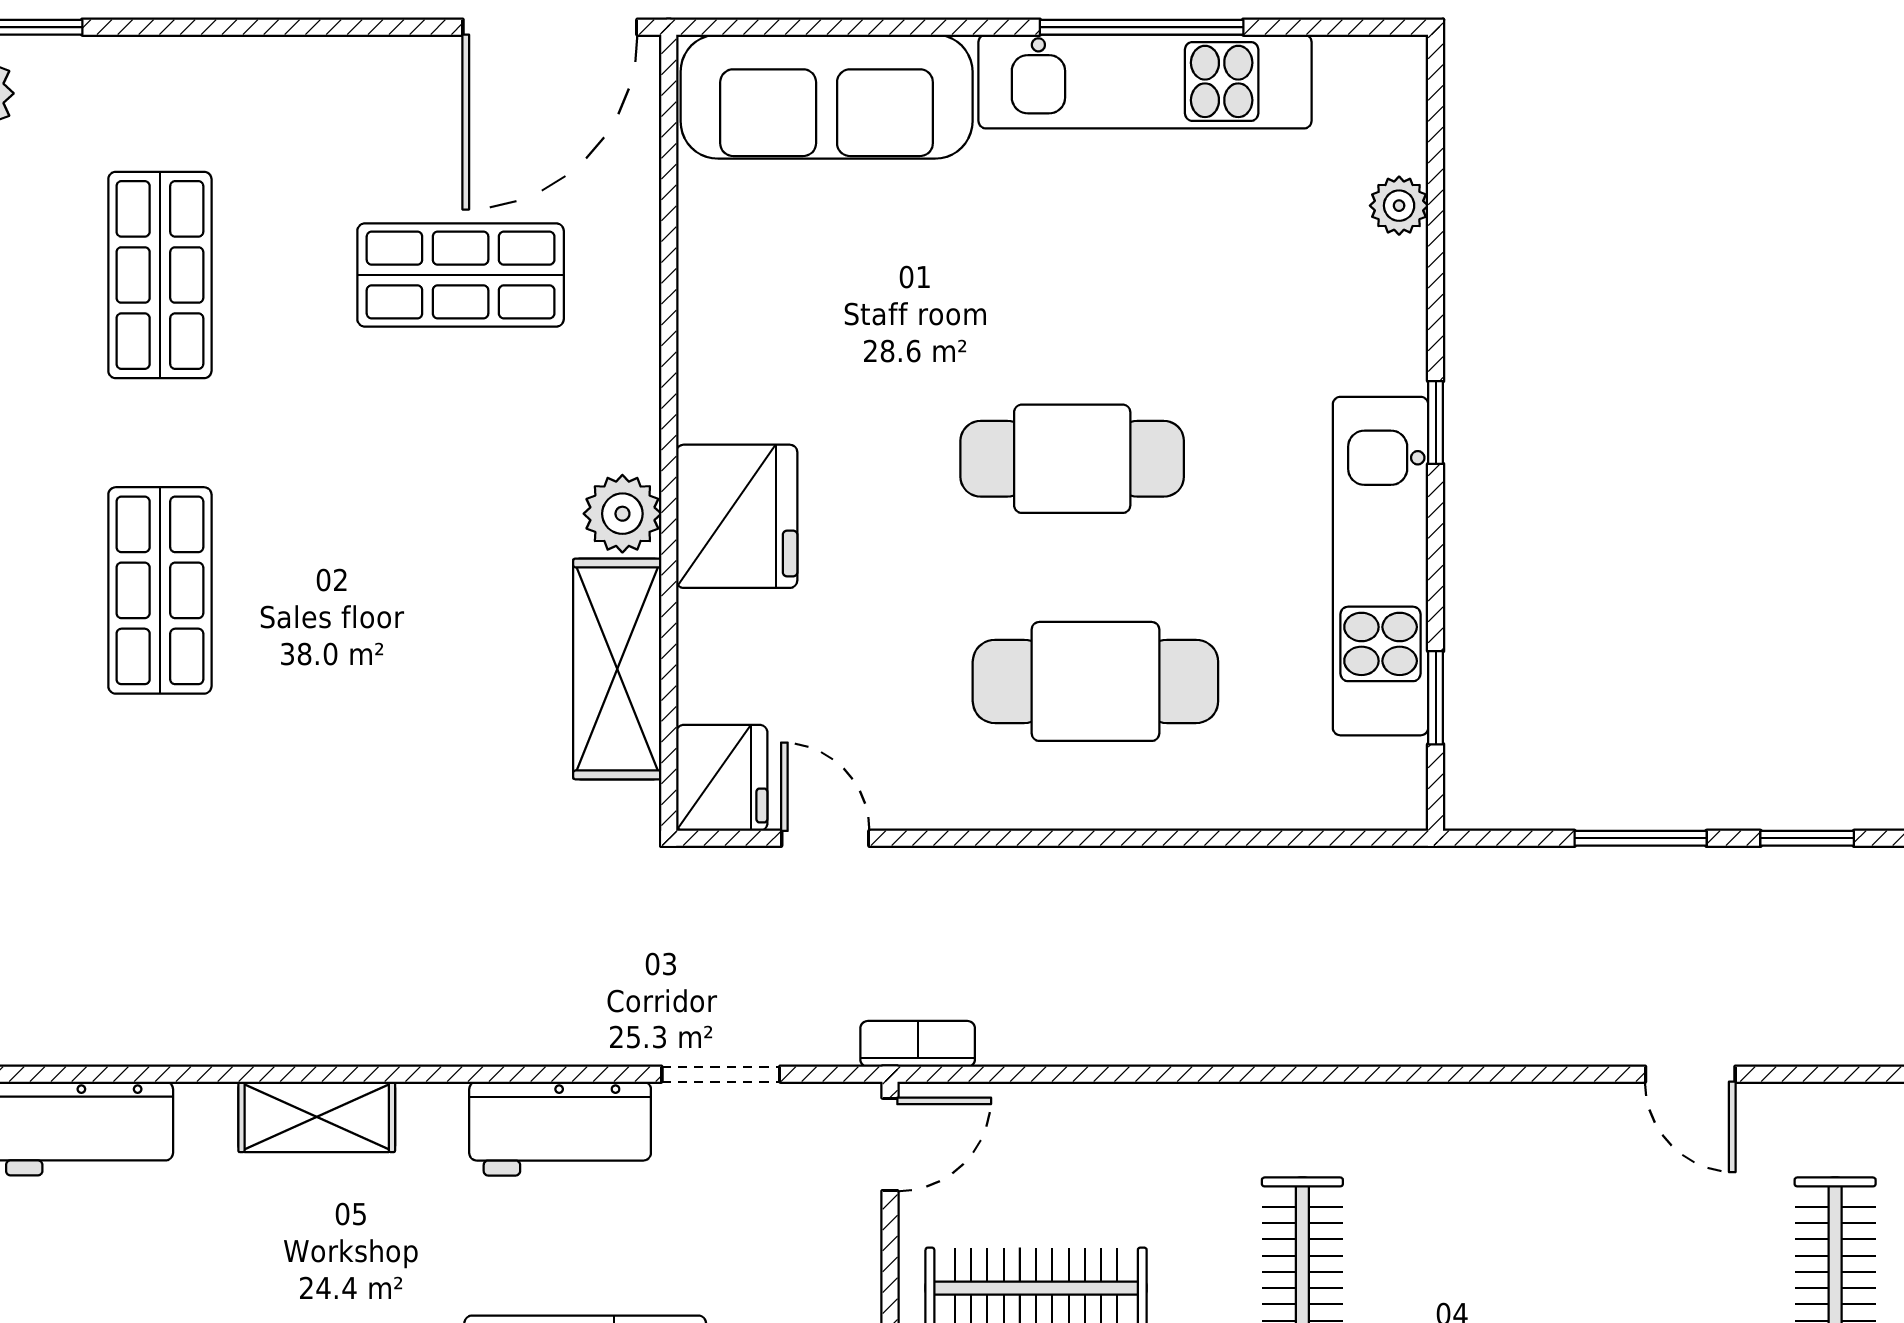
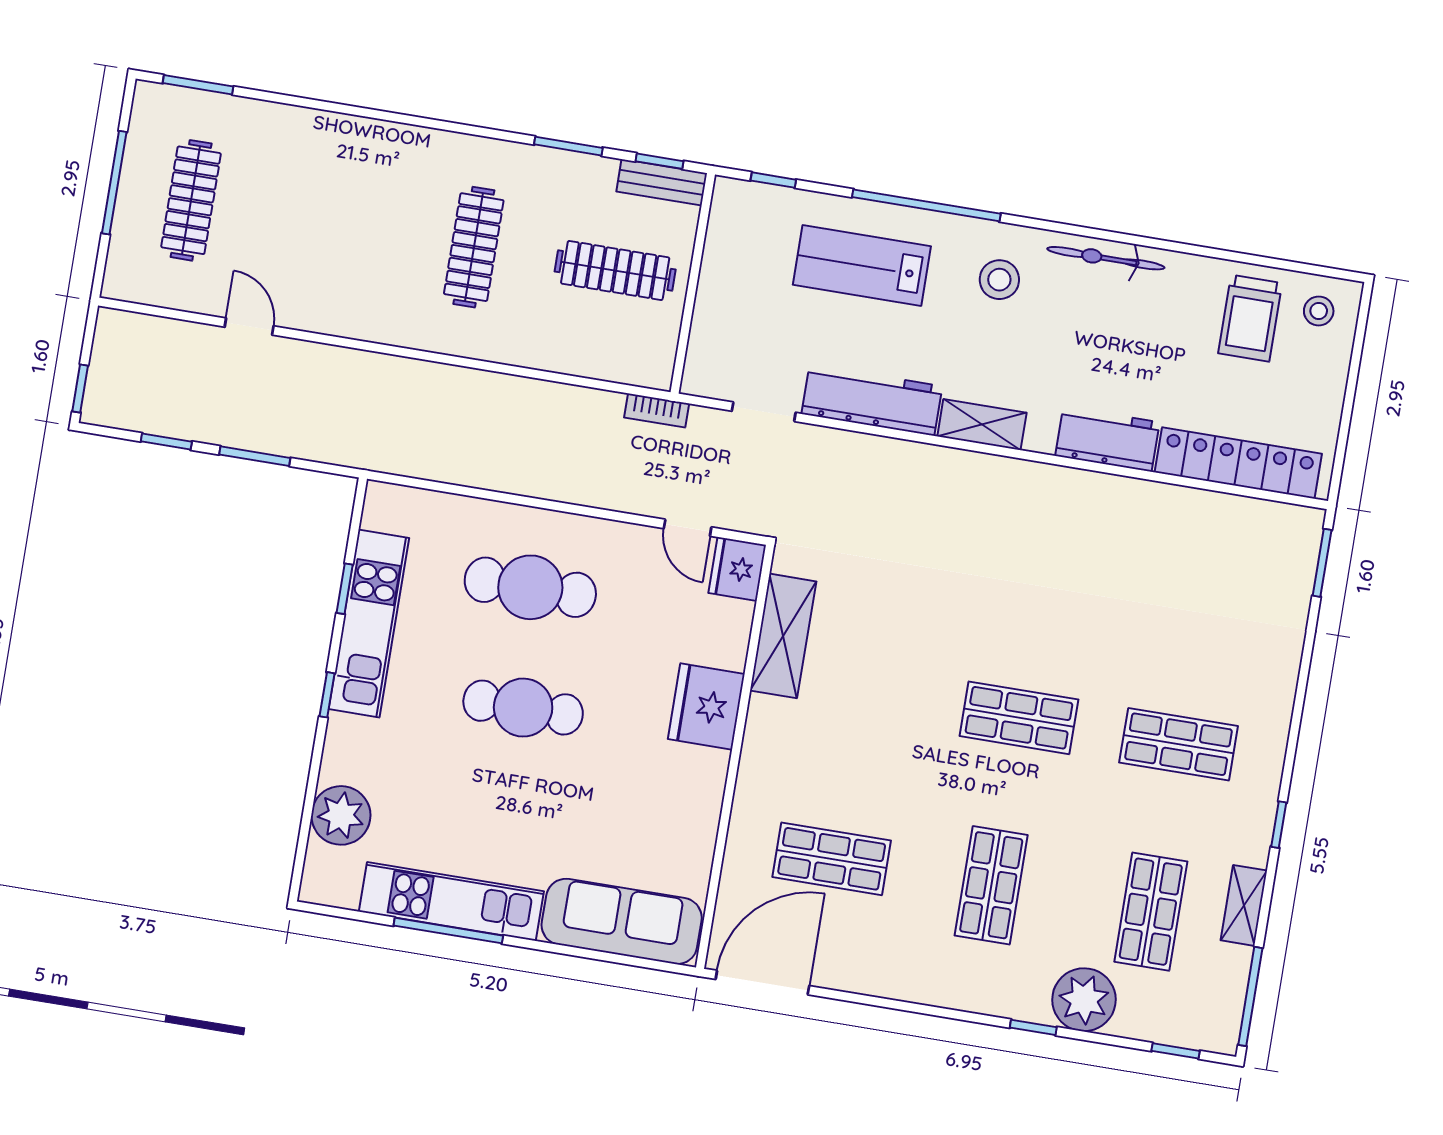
plant: (1399, 206) -> (341, 815), width x1.88, depth x1.88
plant: (622, 514) -> (767, 718), removed
shop shelf: (160, 590) -> (1019, 718), turned 90
window: (1436, 698) -> (345, 589), moved
workbench: (560, 1129) -> (872, 400), width x1.38
door: (890, 1144) -> (680, 360), removed

